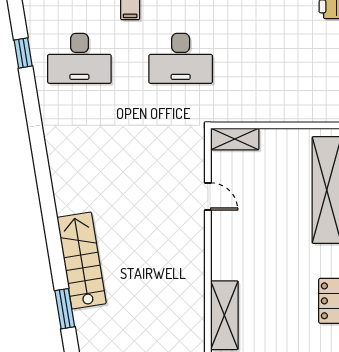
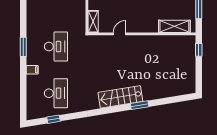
stairs: (82, 261) -> (120, 97), moved
window: (65, 309) -> (140, 105), moved

